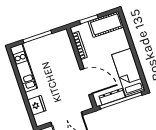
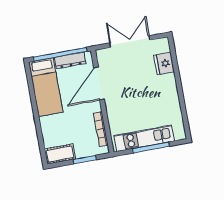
cot: (106, 24) -> (60, 154), width x0.73, depth x0.75
kitchen unit: (24, 68) -> (144, 138), moved, turned 90
door: (86, 82) -> (99, 83), hinge flipped

